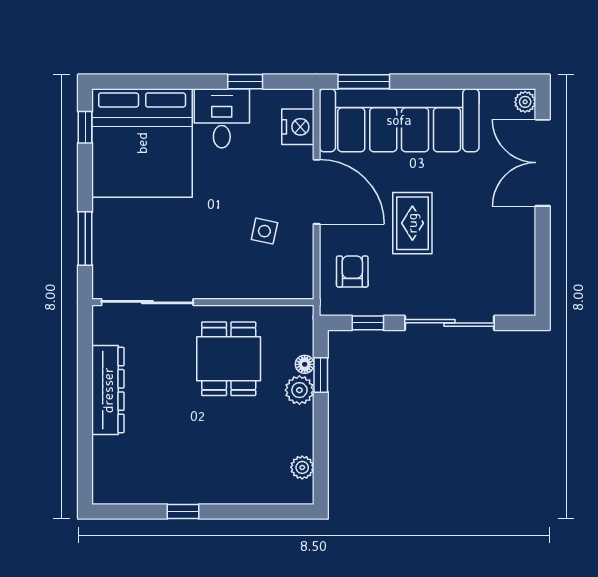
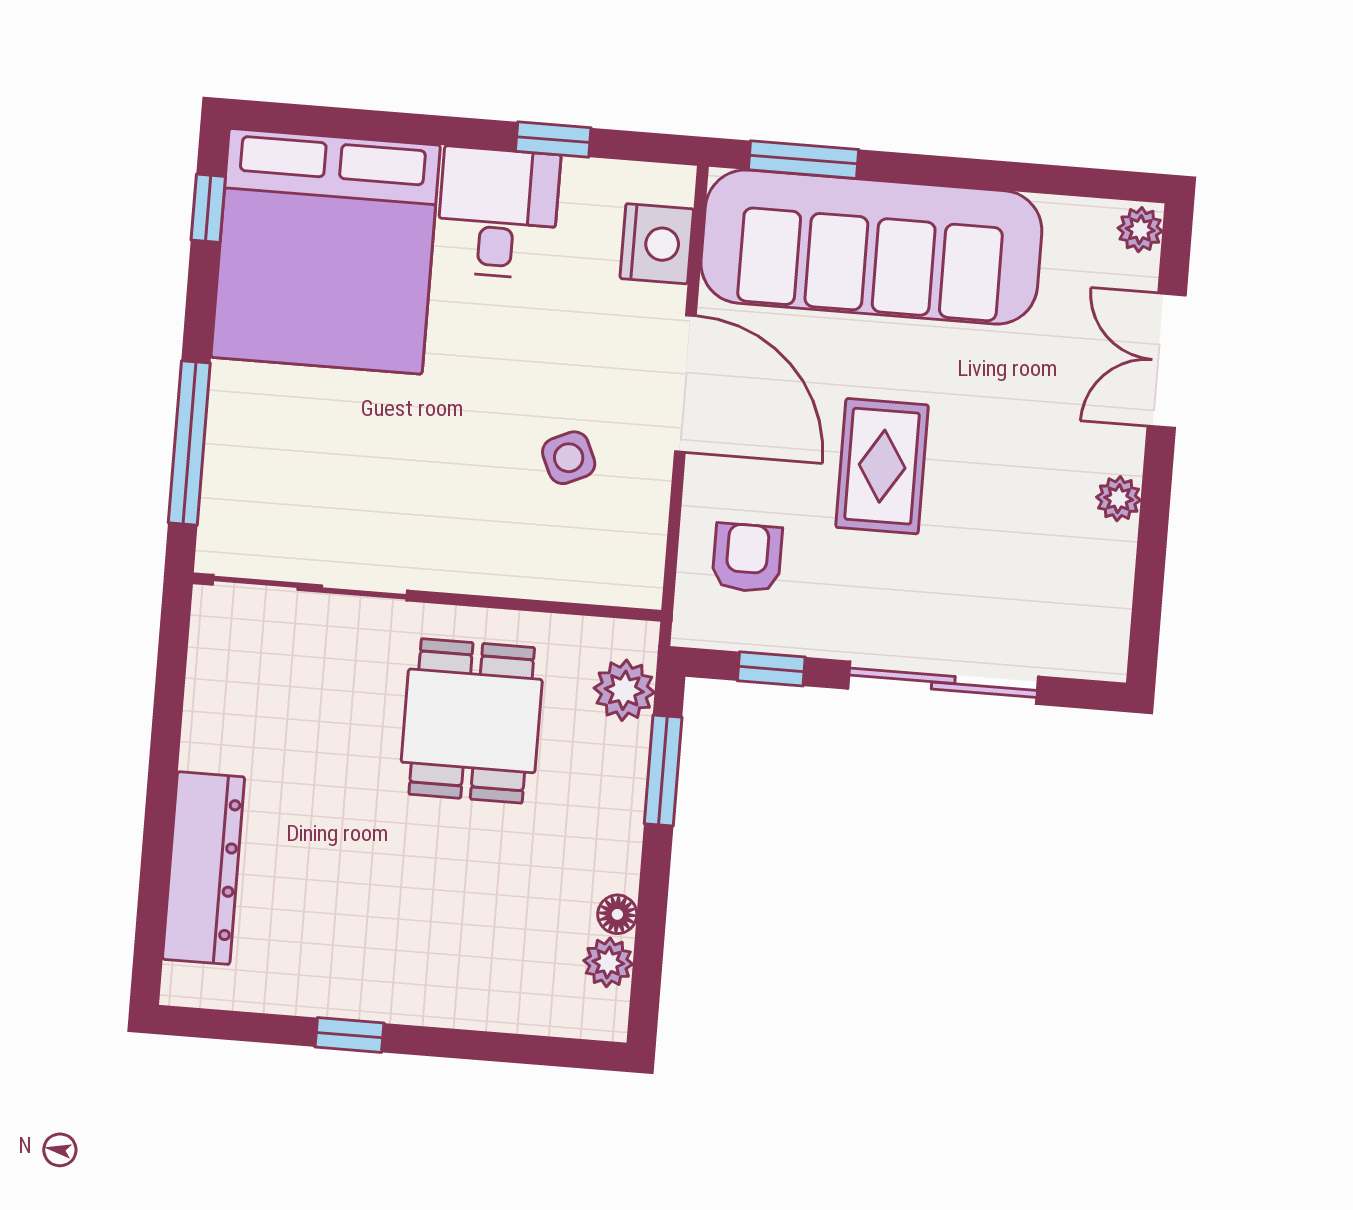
double door: (543, 163) -> (1167, 361), width x0.73
plant: (525, 229) -> (1119, 499), added
side table: (264, 231) -> (569, 458), turned -36
window: (85, 238) -> (189, 443), width x1.44
floor lamp: (305, 364) -> (617, 914), moved
window: (321, 375) -> (663, 770), width x1.50
dresser: (108, 390) -> (204, 868), moved
plant: (299, 390) -> (624, 690), moved

